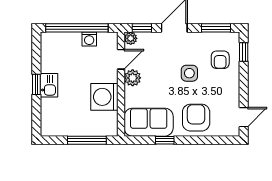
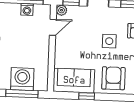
plant: (133, 78) -> (62, 43), removed
washing machine: (104, 97) -> (22, 79), moved, turned 90

